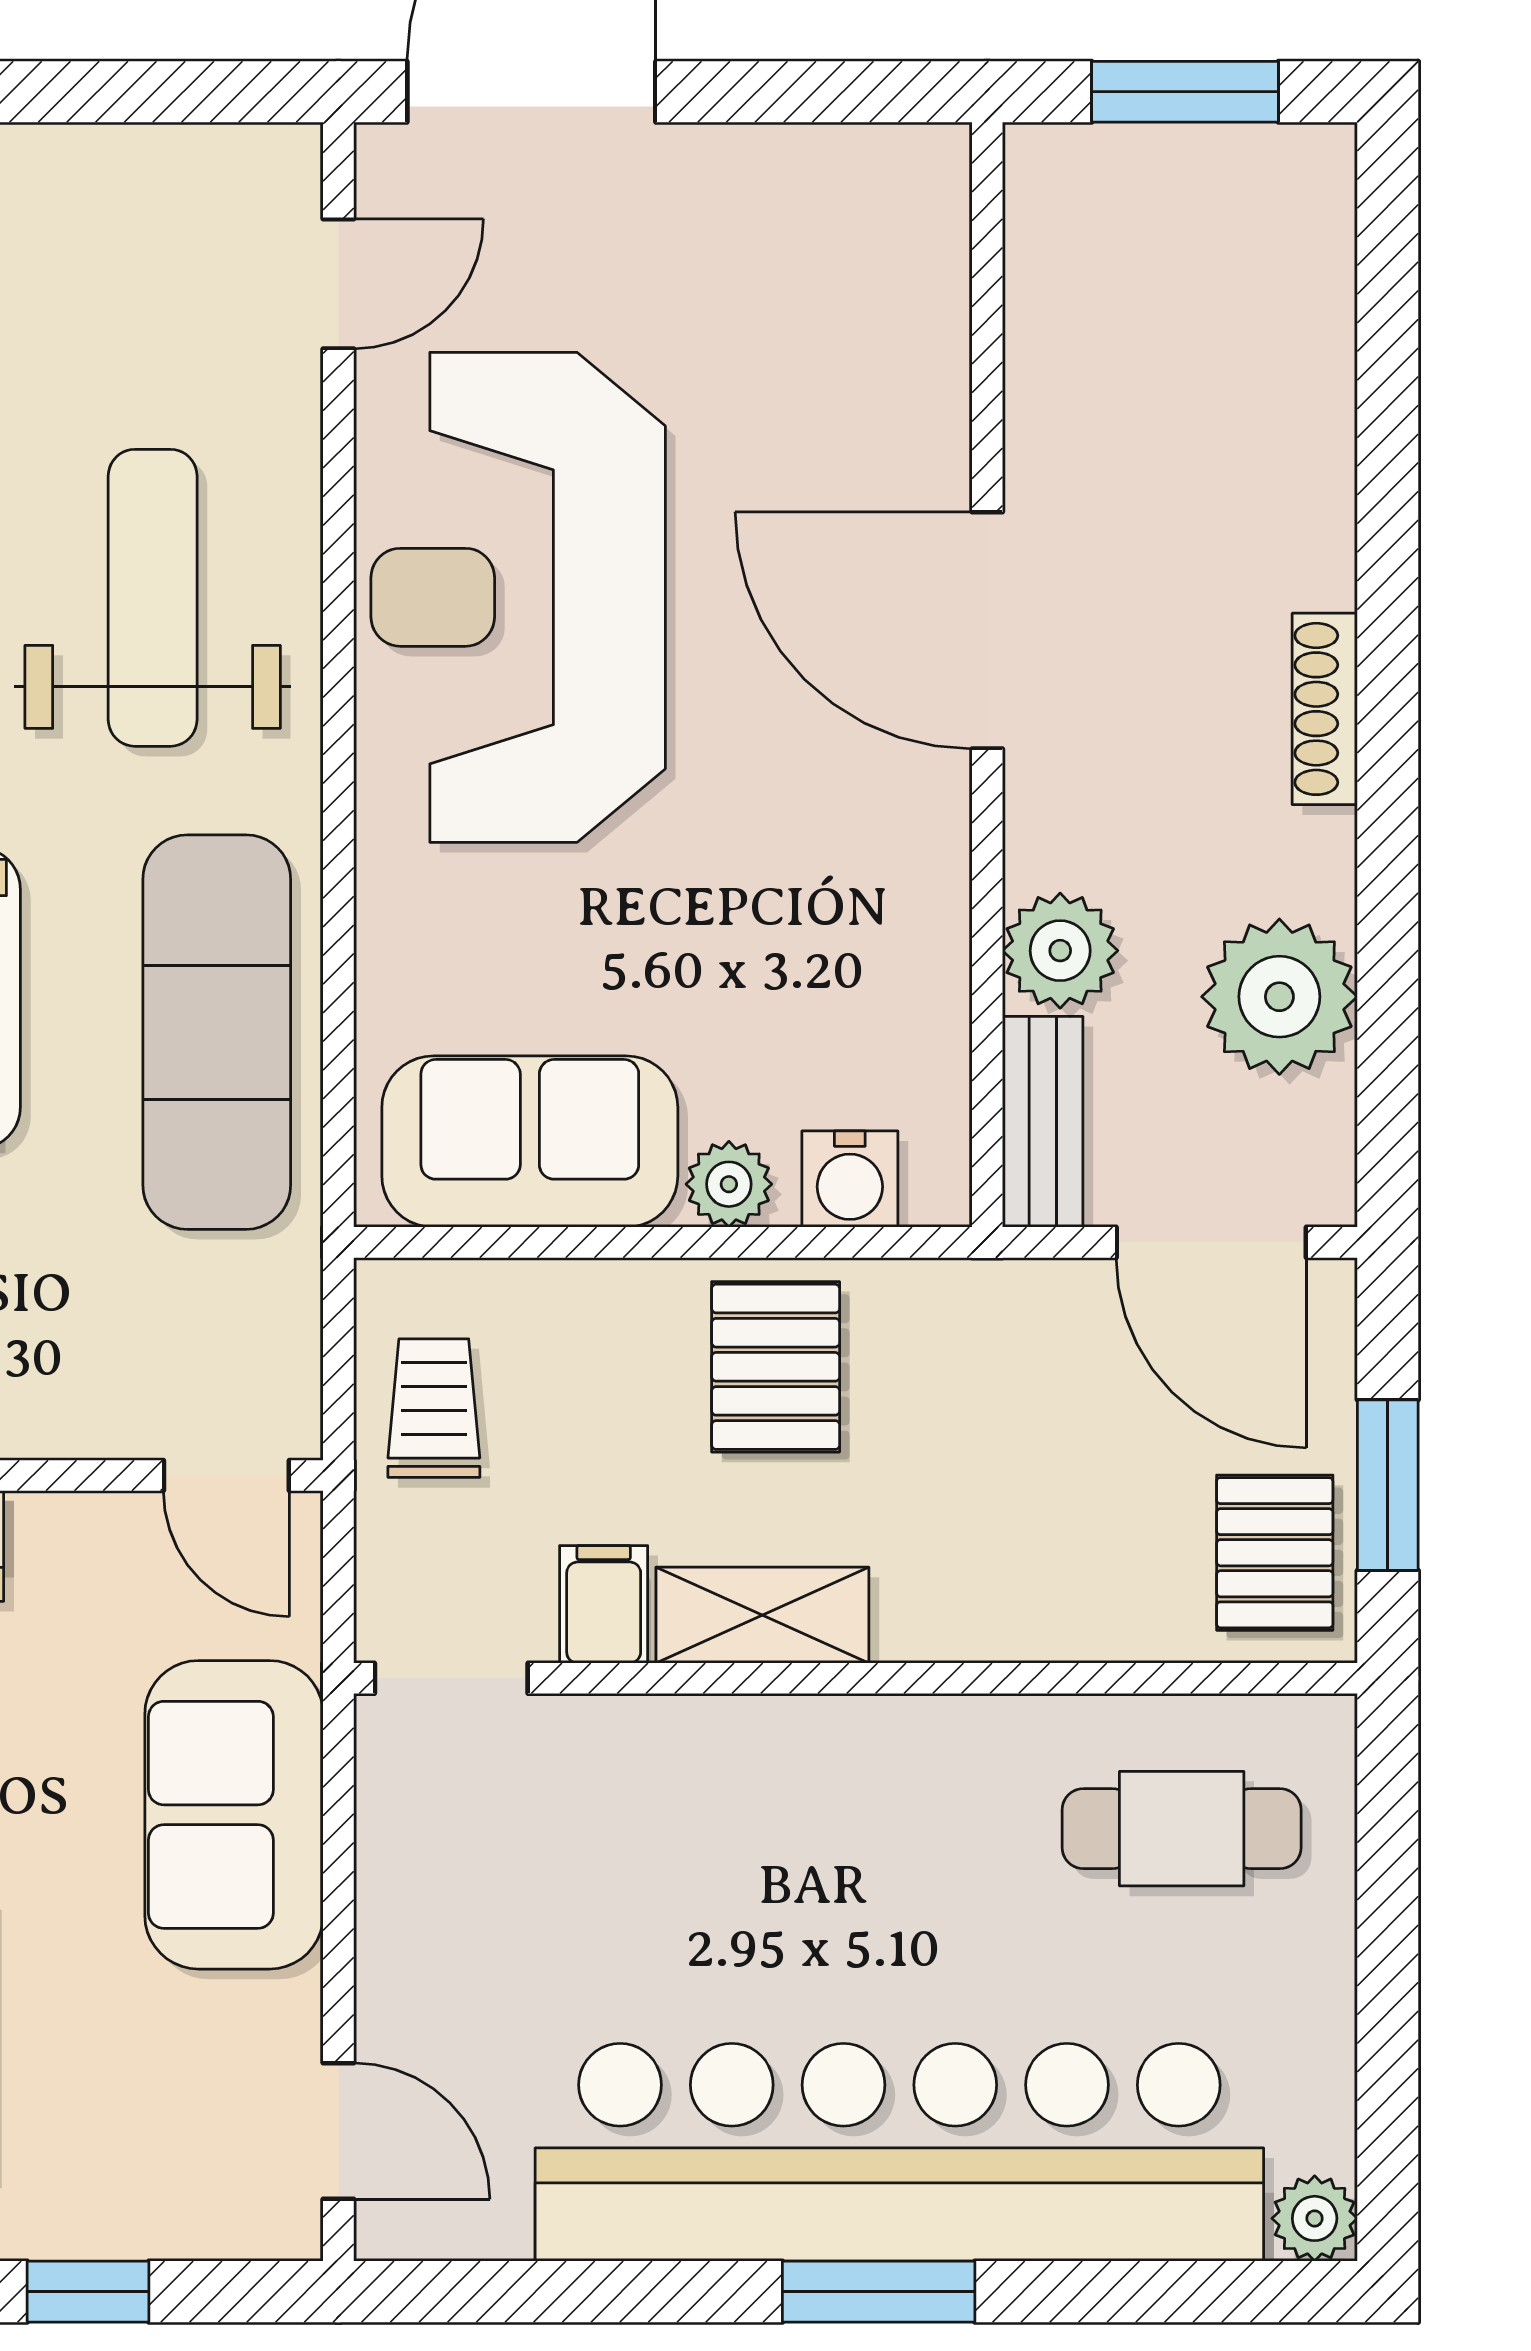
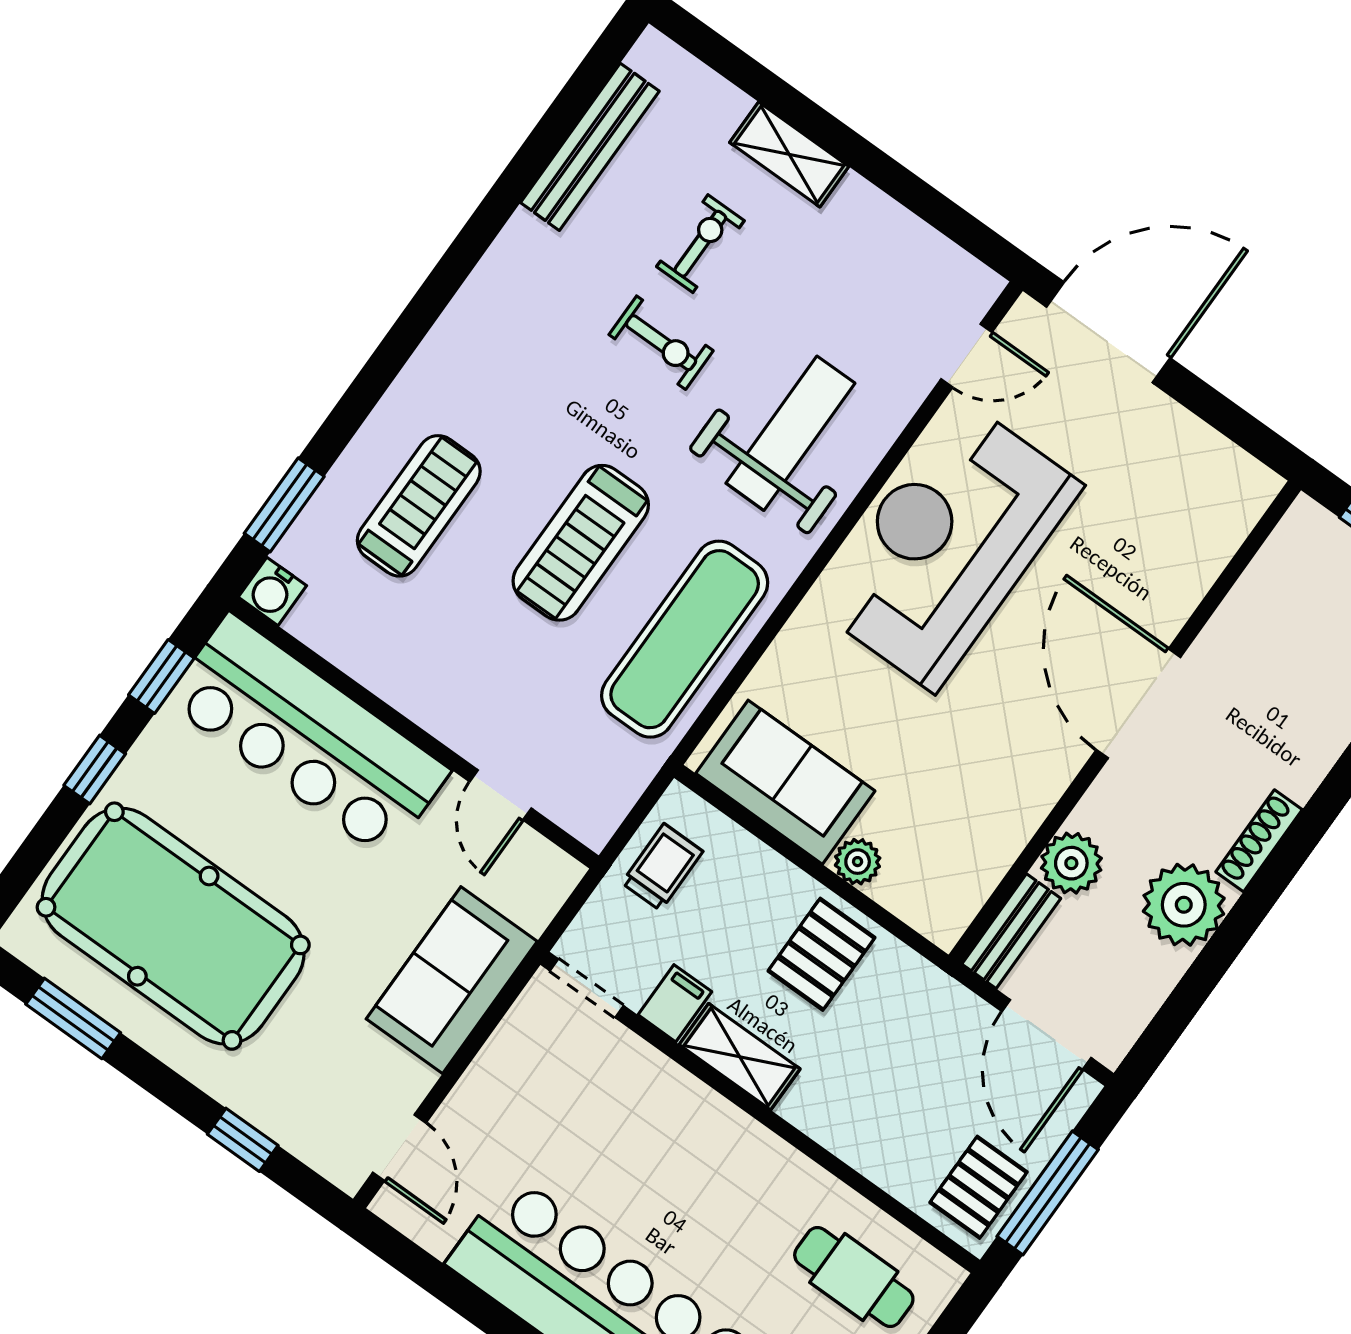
plant: (1279, 997) -> (1184, 905), moved
water cooler: (850, 1179) -> (911, 897), removed
door: (226, 1476) -> (501, 795), moved
window: (1388, 1485) -> (1048, 1193), width x1.44

